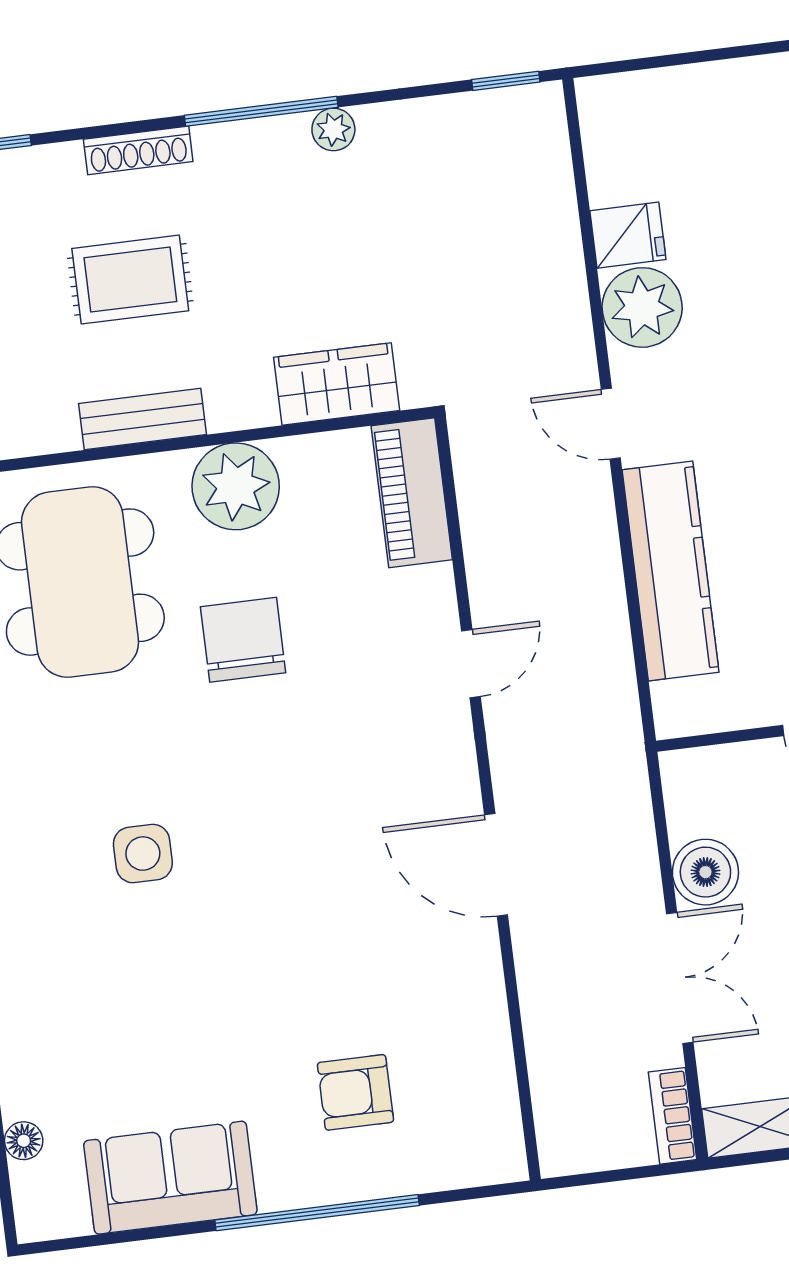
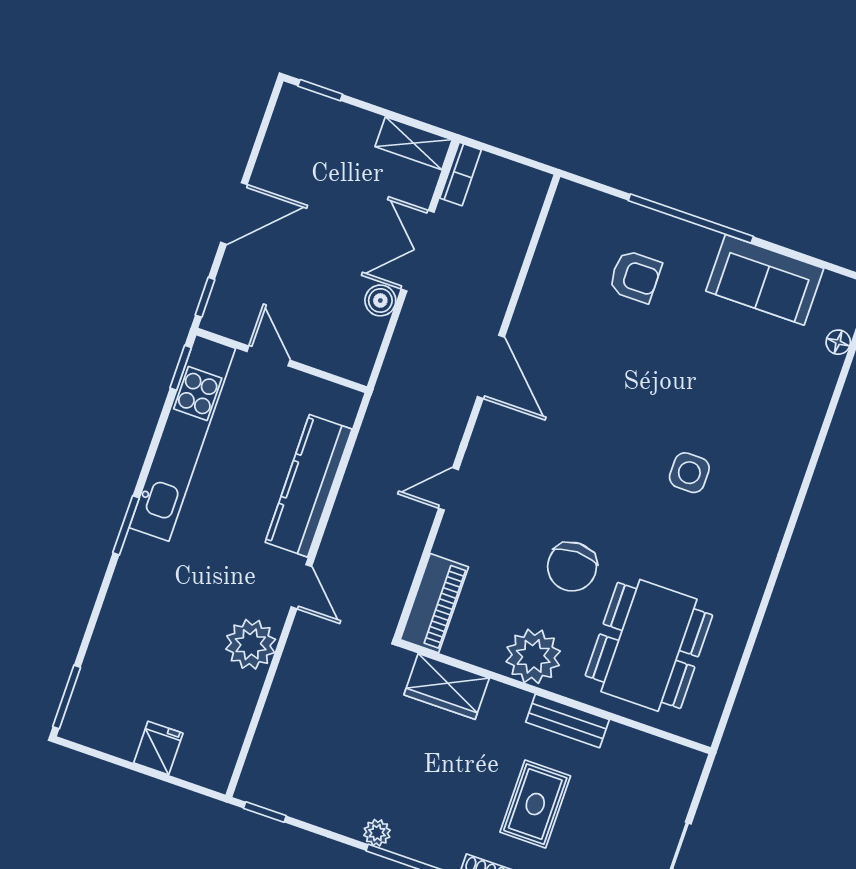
fridge: (628, 235) -> (158, 748), moved, turned 90
rug: (130, 280) -> (535, 804), turned 90
boiler: (705, 872) -> (380, 300), width x0.73, depth x0.73

